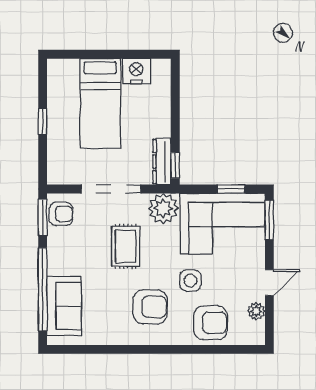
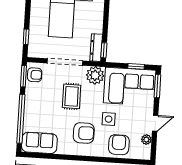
window: (43, 122) -> (26, 37), moved
sofa: (64, 306) -> (39, 143), moved, turned -90
armchair: (211, 323) -> (119, 145), turned -90

